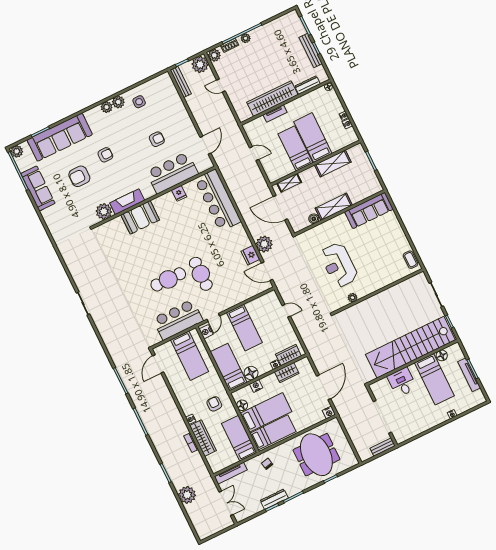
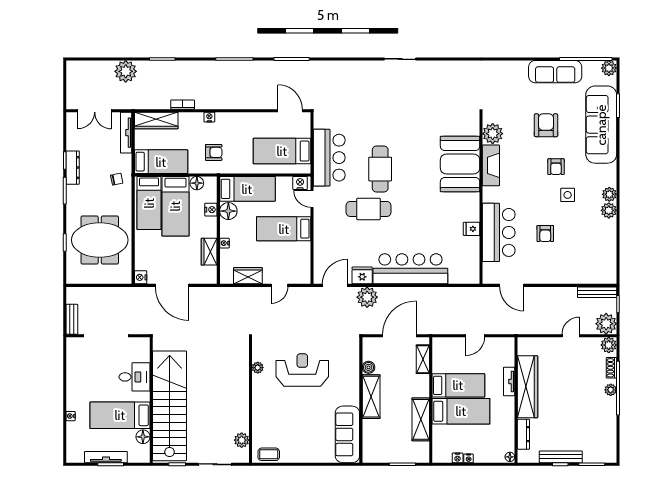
side table: (139, 102) -> (568, 195), moved
bar counter: (218, 200) -> (410, 269), moved
booth: (140, 217) -> (460, 164), width x1.36, depth x1.42
plant: (410, 284) -> (242, 440), added
wardrobe: (288, 355) -> (248, 276), moved, turned -90
wardrobe: (203, 438) -> (156, 121), moved

